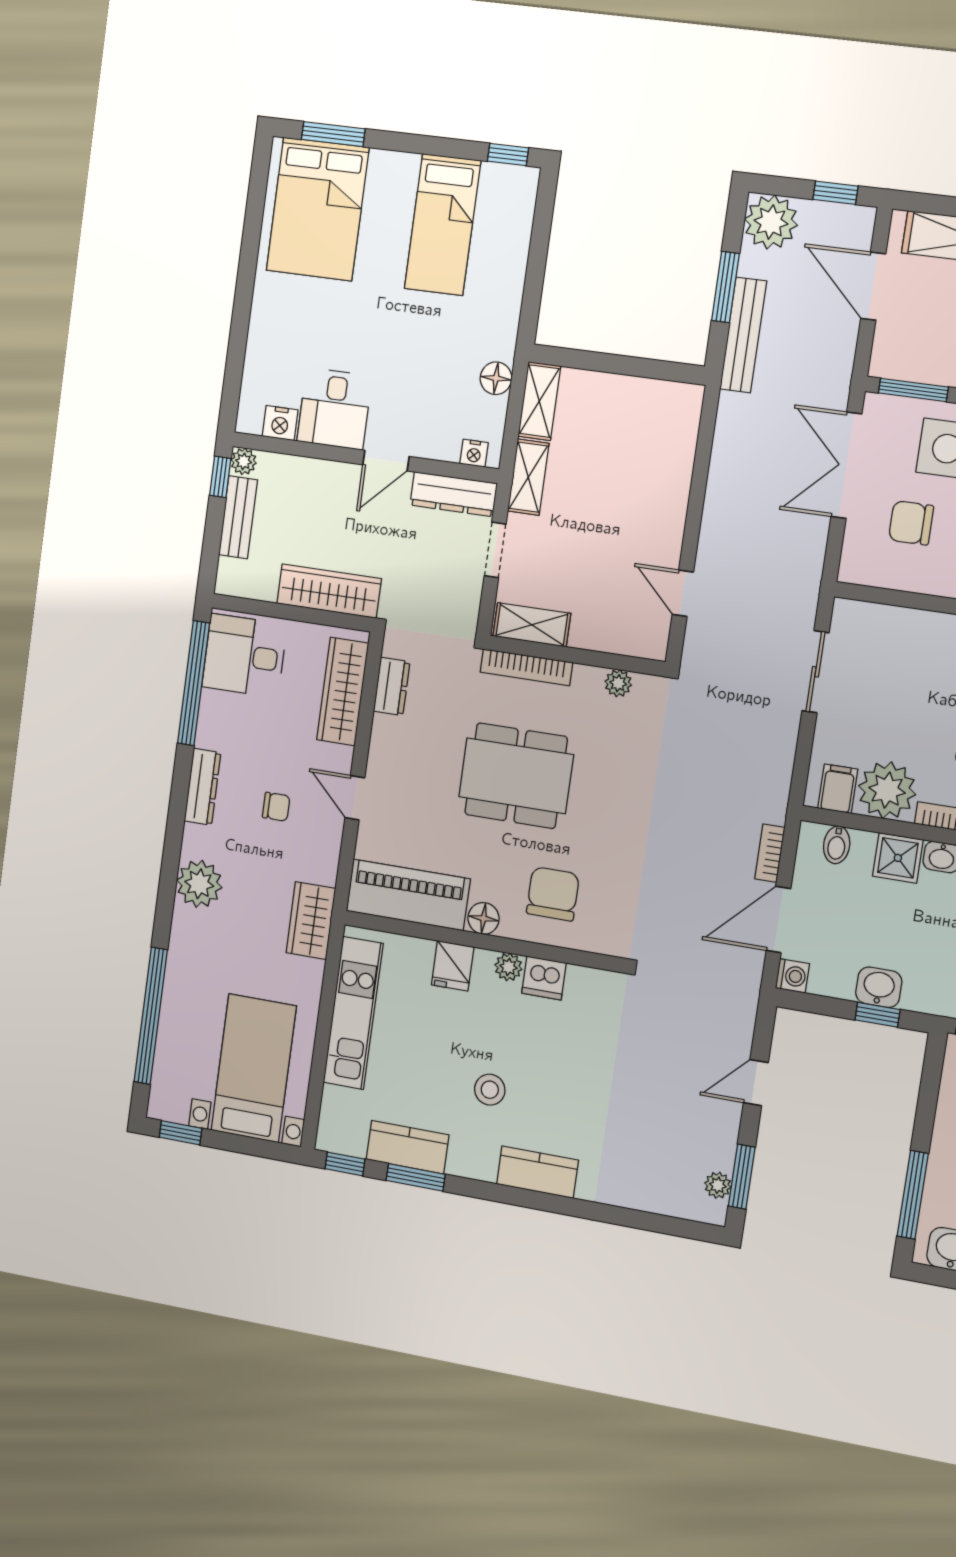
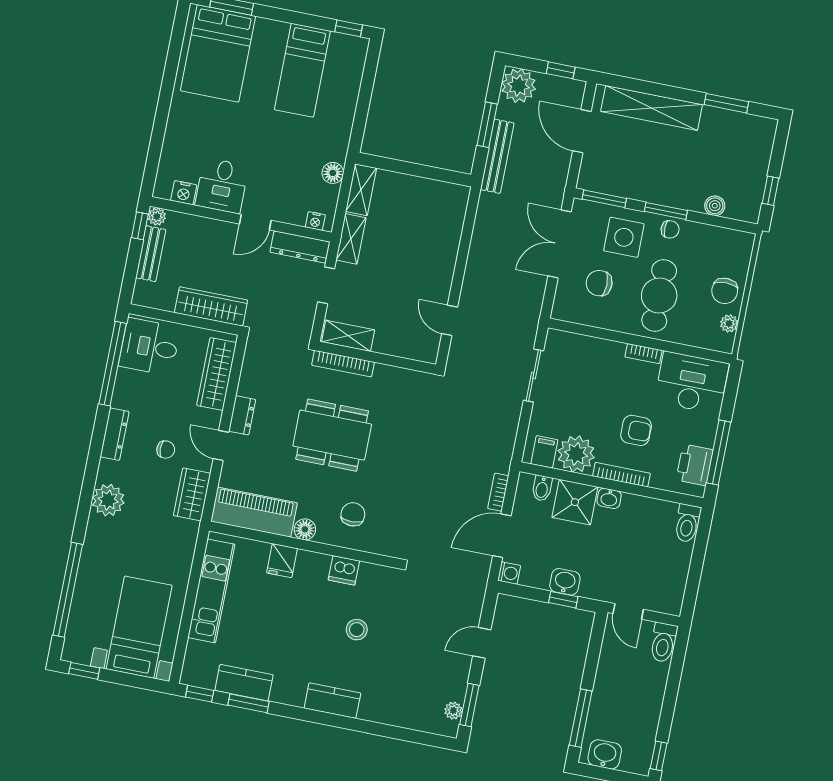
plant: (618, 683) -> (404, 377), removed
dresser: (392, 687) -> (242, 415), moved
shower: (898, 858) -> (575, 502), width x1.36, depth x1.36
chair: (553, 894) -> (353, 514), width x0.73, depth x0.73
wardrobe: (311, 921) -> (192, 494), moved
plant: (508, 967) -> (320, 562), removed
stool: (490, 1090) -> (357, 630), moved

